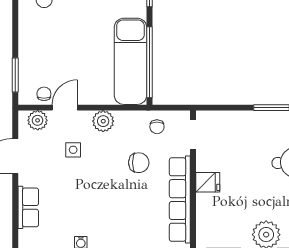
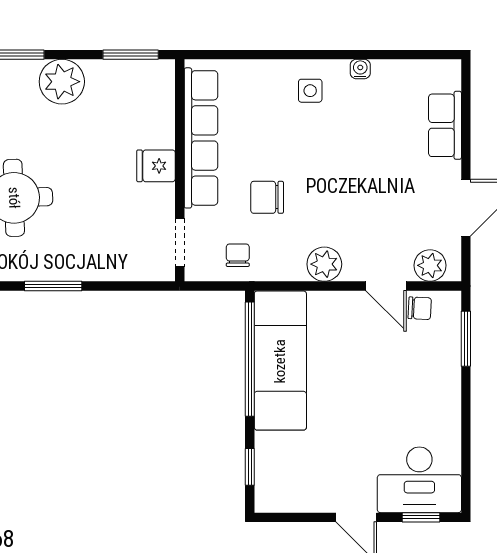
chair: (44, 94) -> (420, 308), turned -87
door: (65, 108) -> (386, 286), hinge flipped
side table: (73, 150) -> (310, 91), moved

